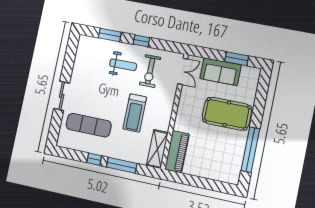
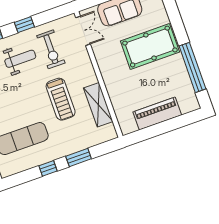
shelving: (157, 149) -> (98, 105), moved
piano: (177, 152) -> (157, 114), moved, turned -90
window: (122, 165) -> (79, 158), width x0.69

